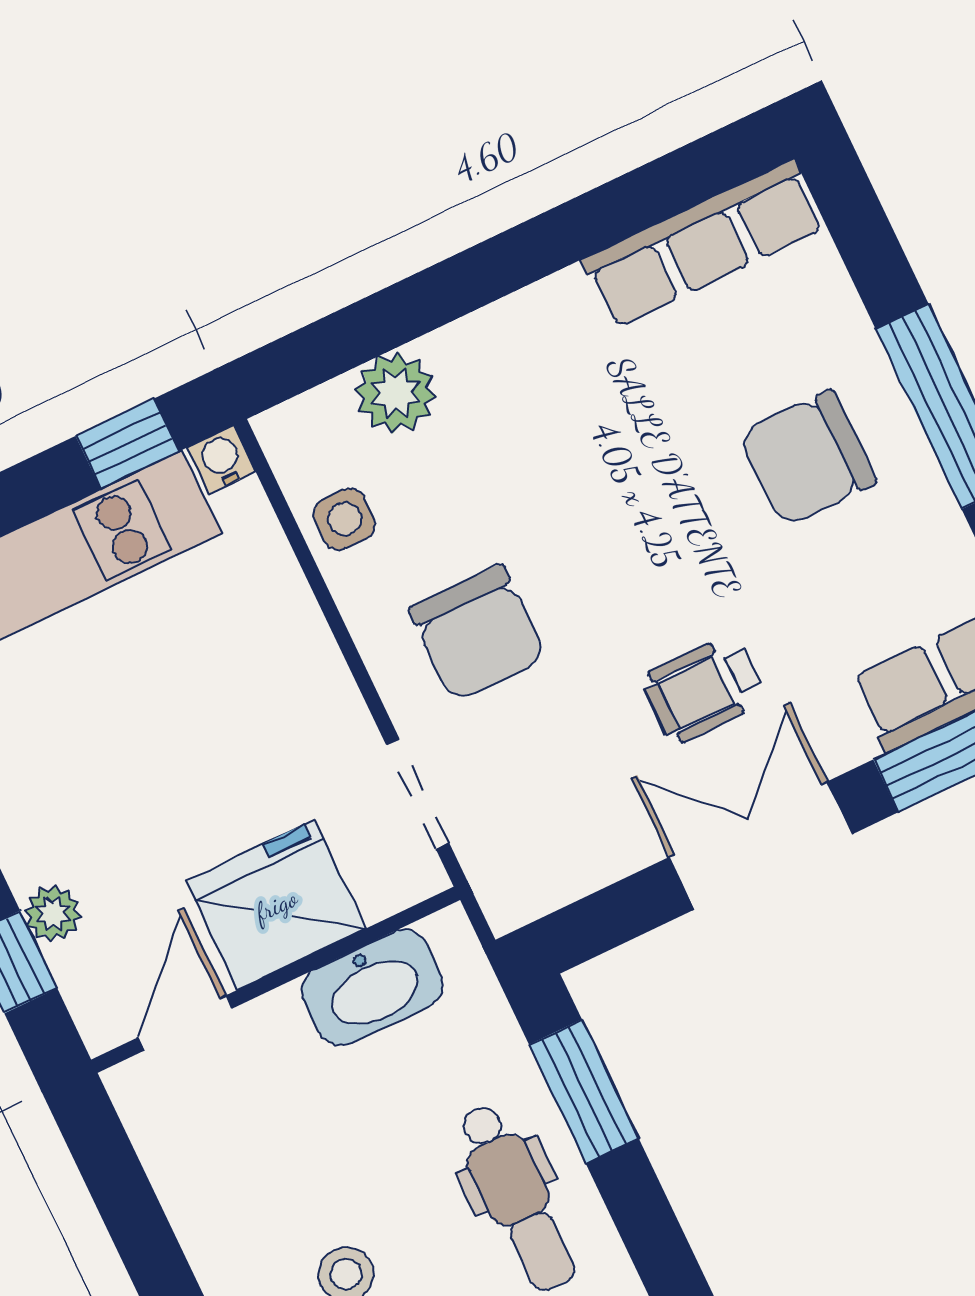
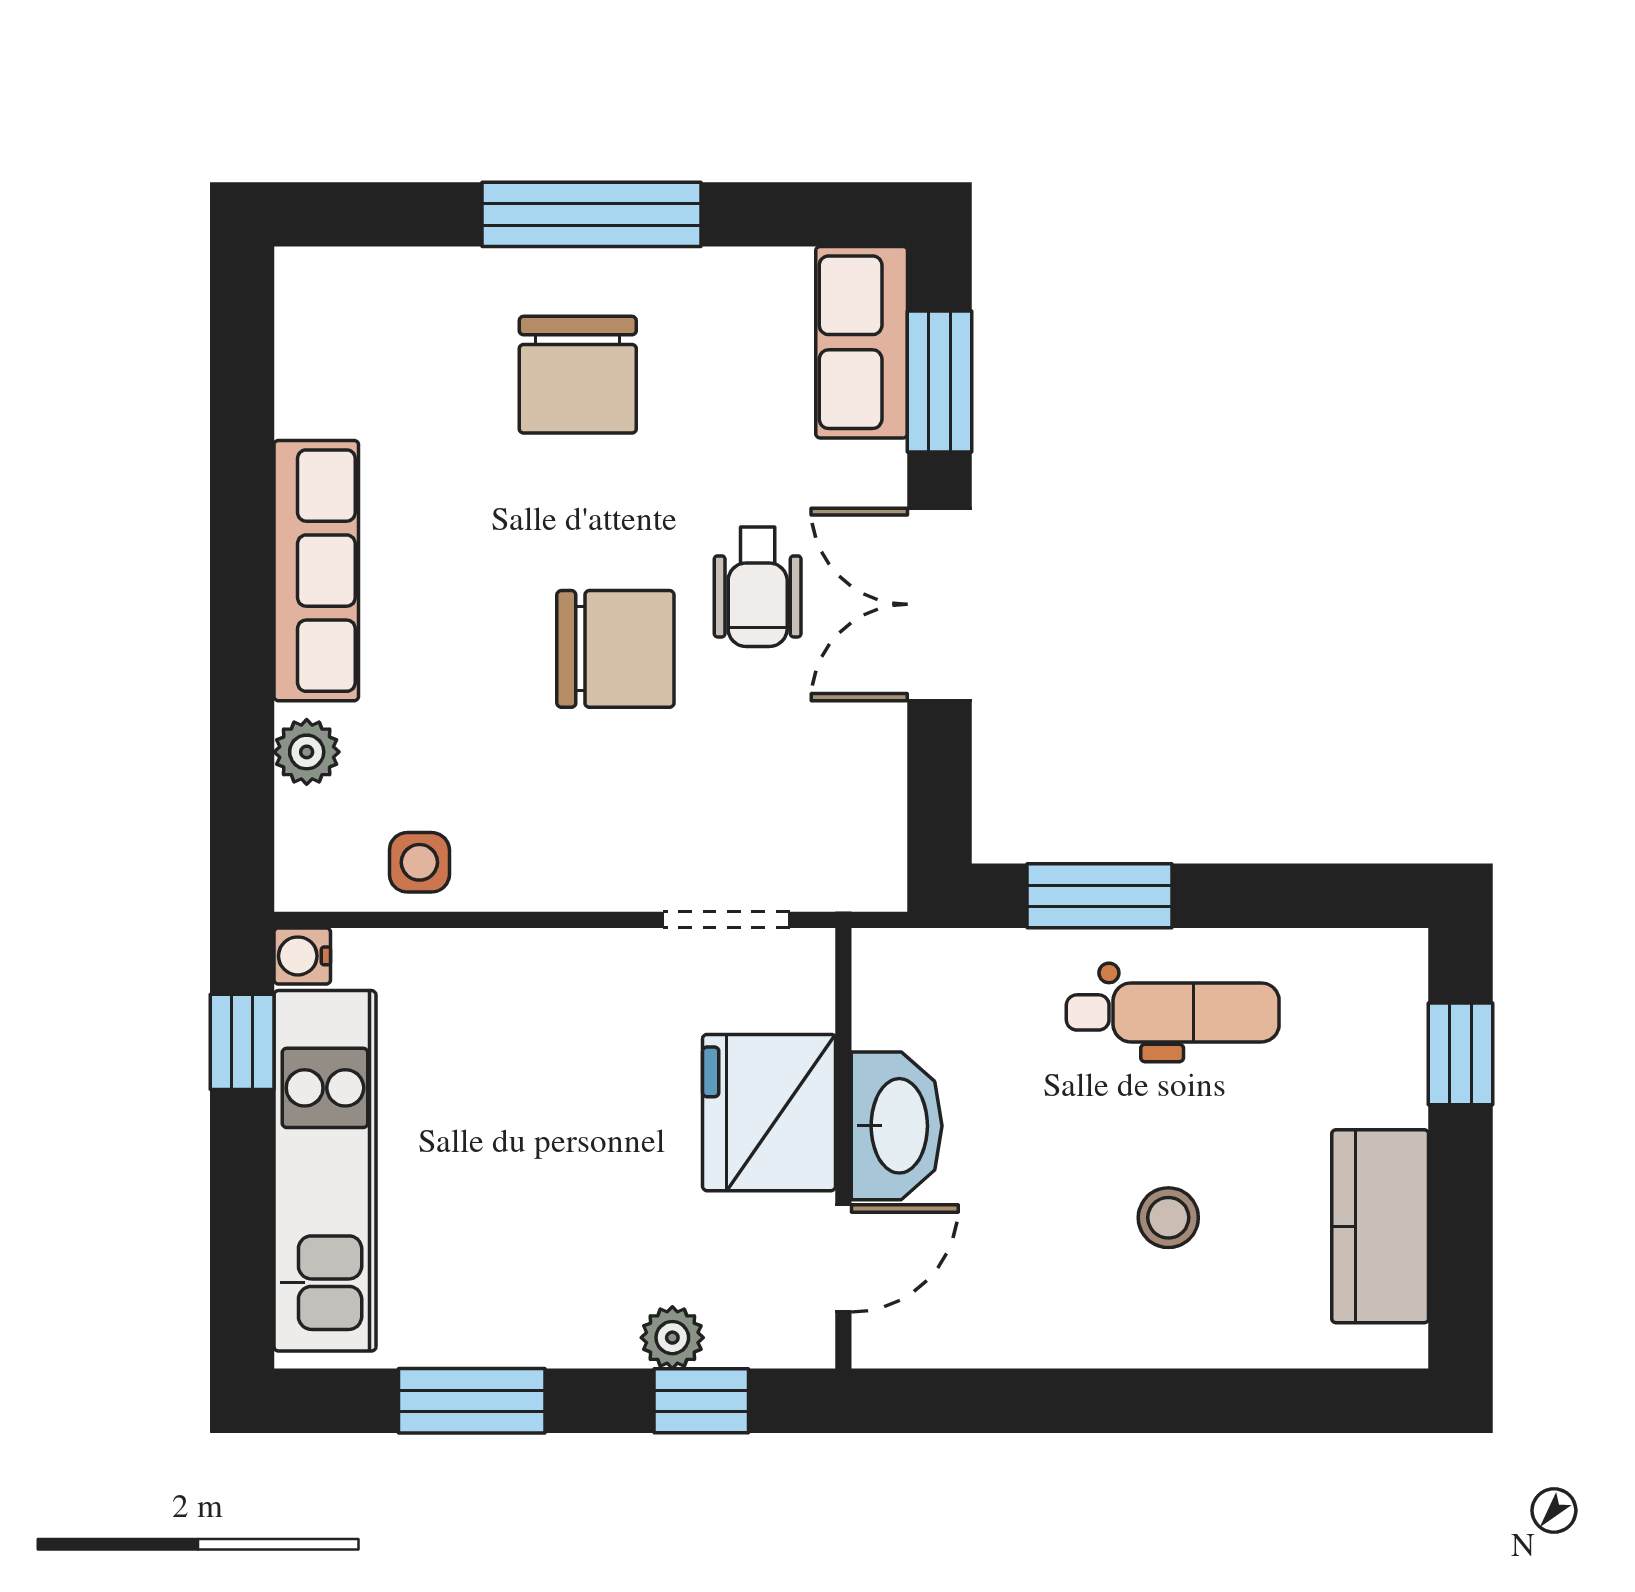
row of seats: (704, 244) -> (316, 571), moved
plant: (396, 393) -> (307, 752), width x0.73, depth x0.73
chair: (478, 633) -> (615, 649), moved
washbasin: (372, 987) -> (897, 1126), moved
door: (185, 1023) -> (843, 1258), swing flipped

